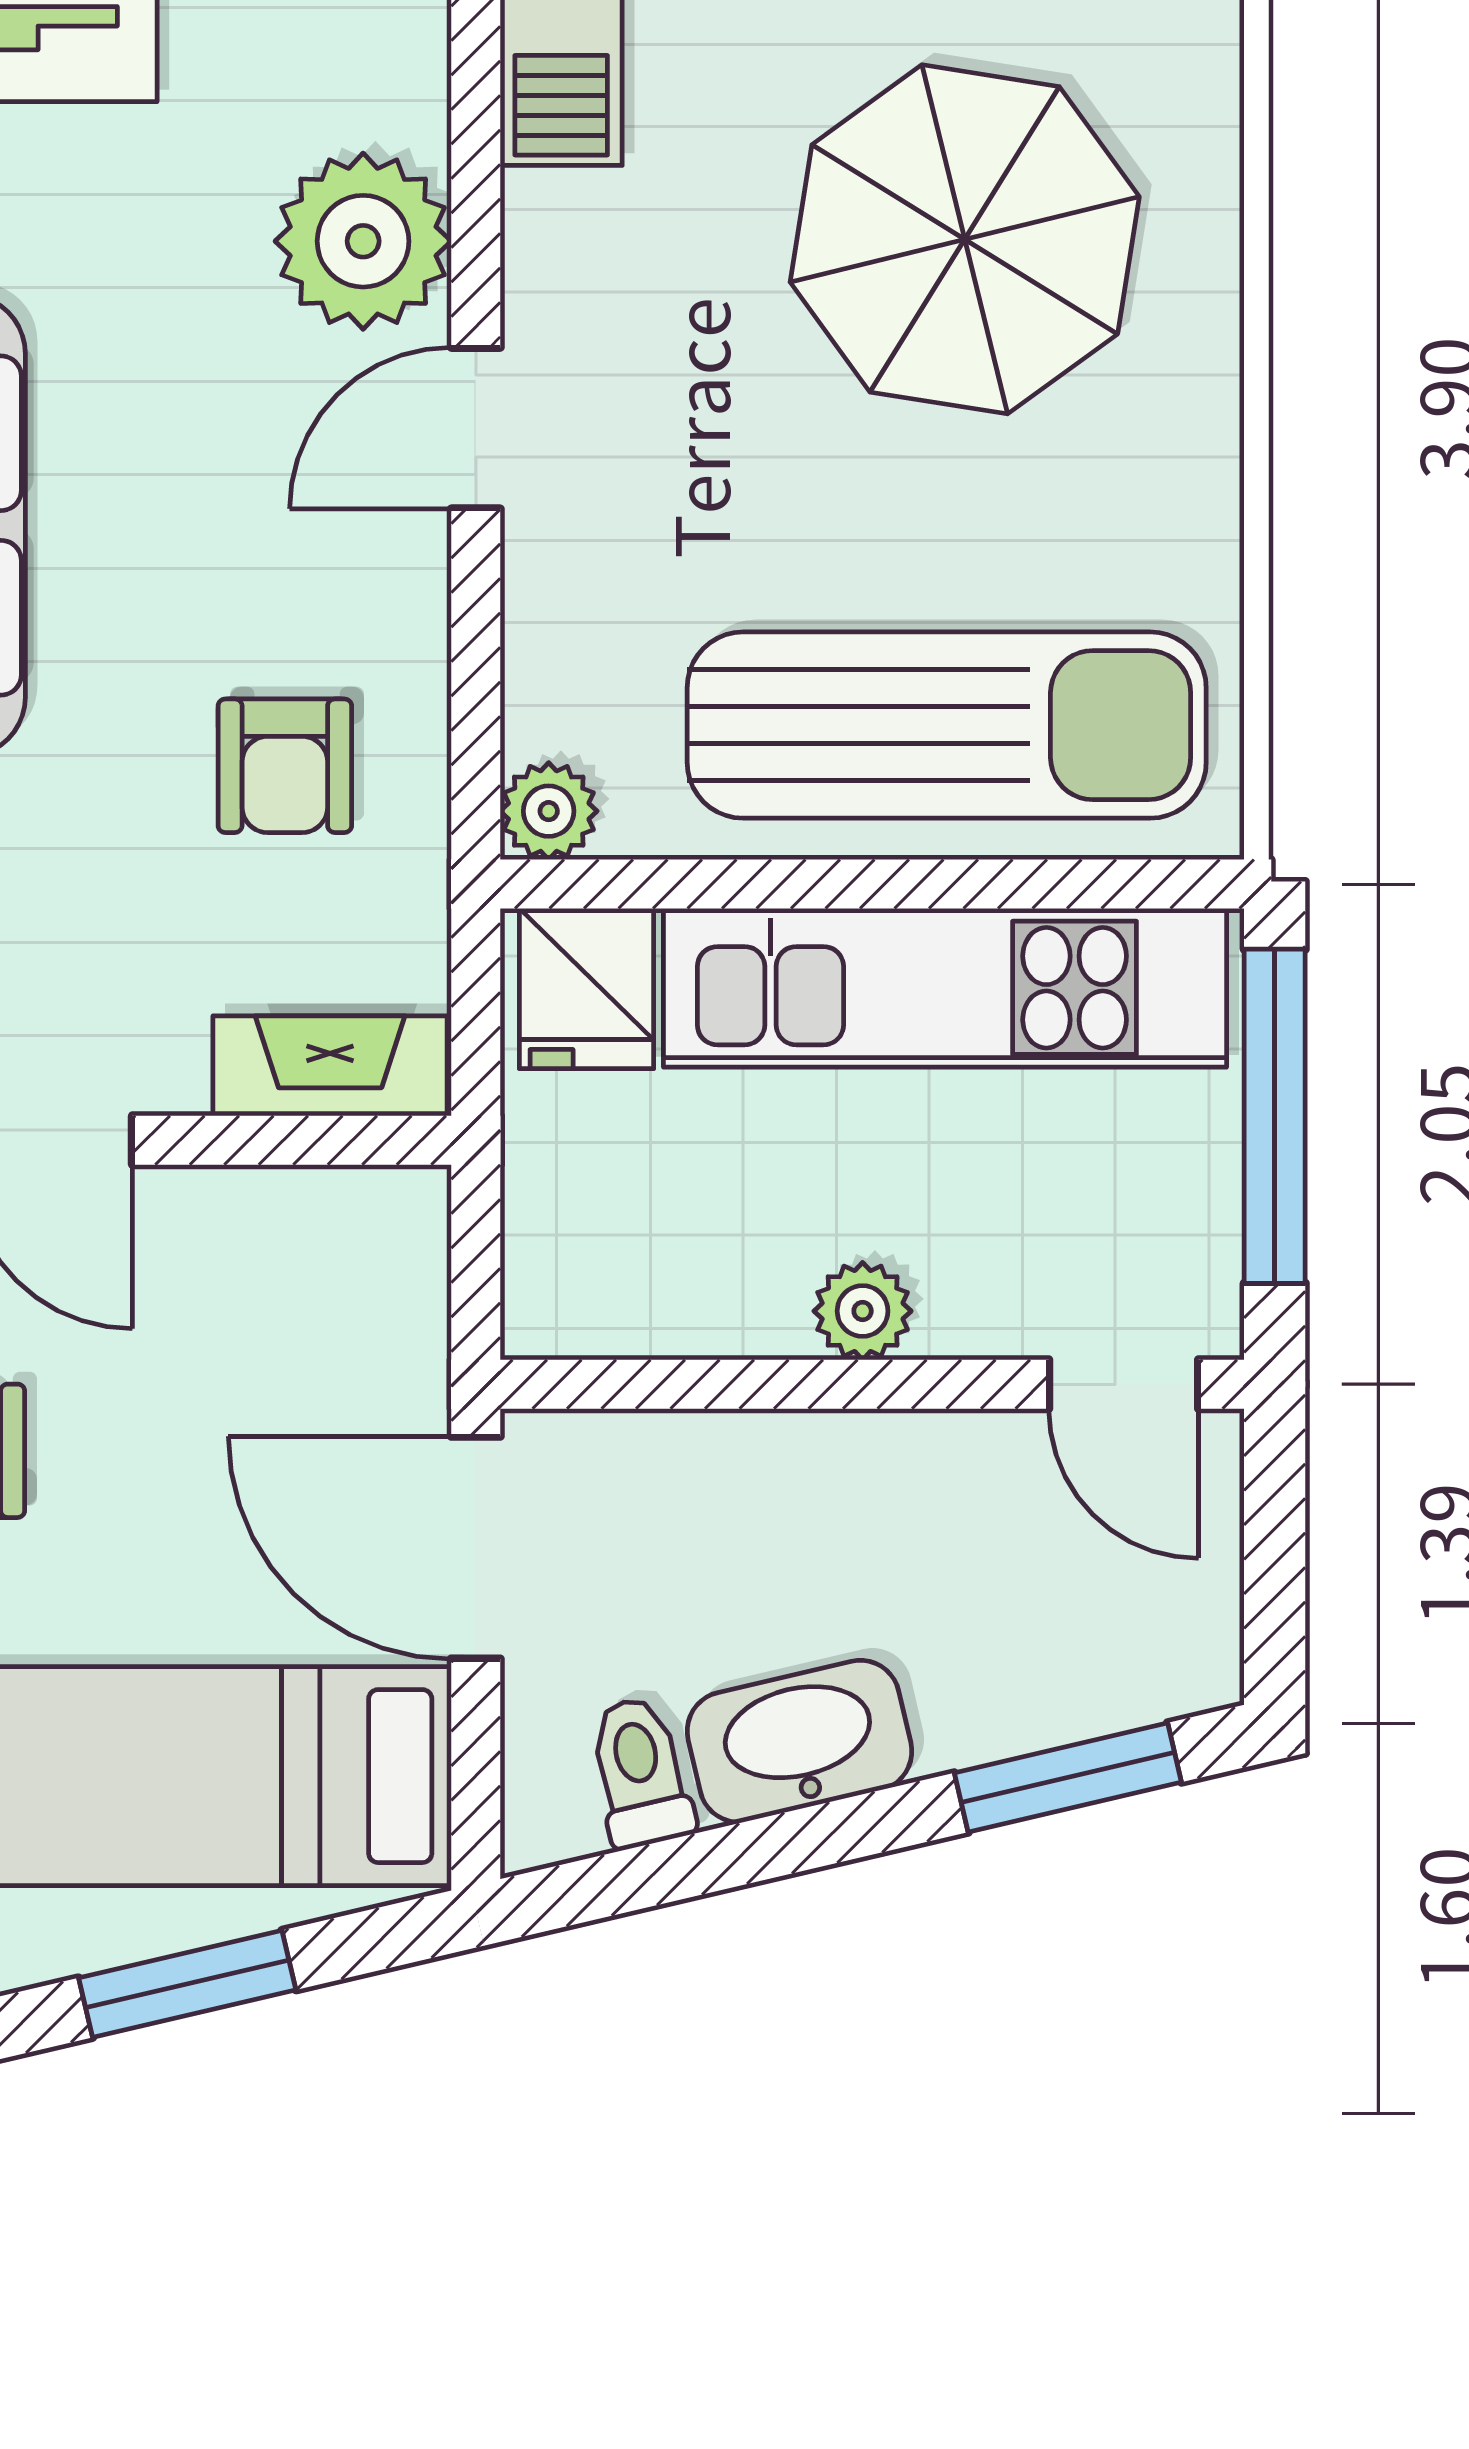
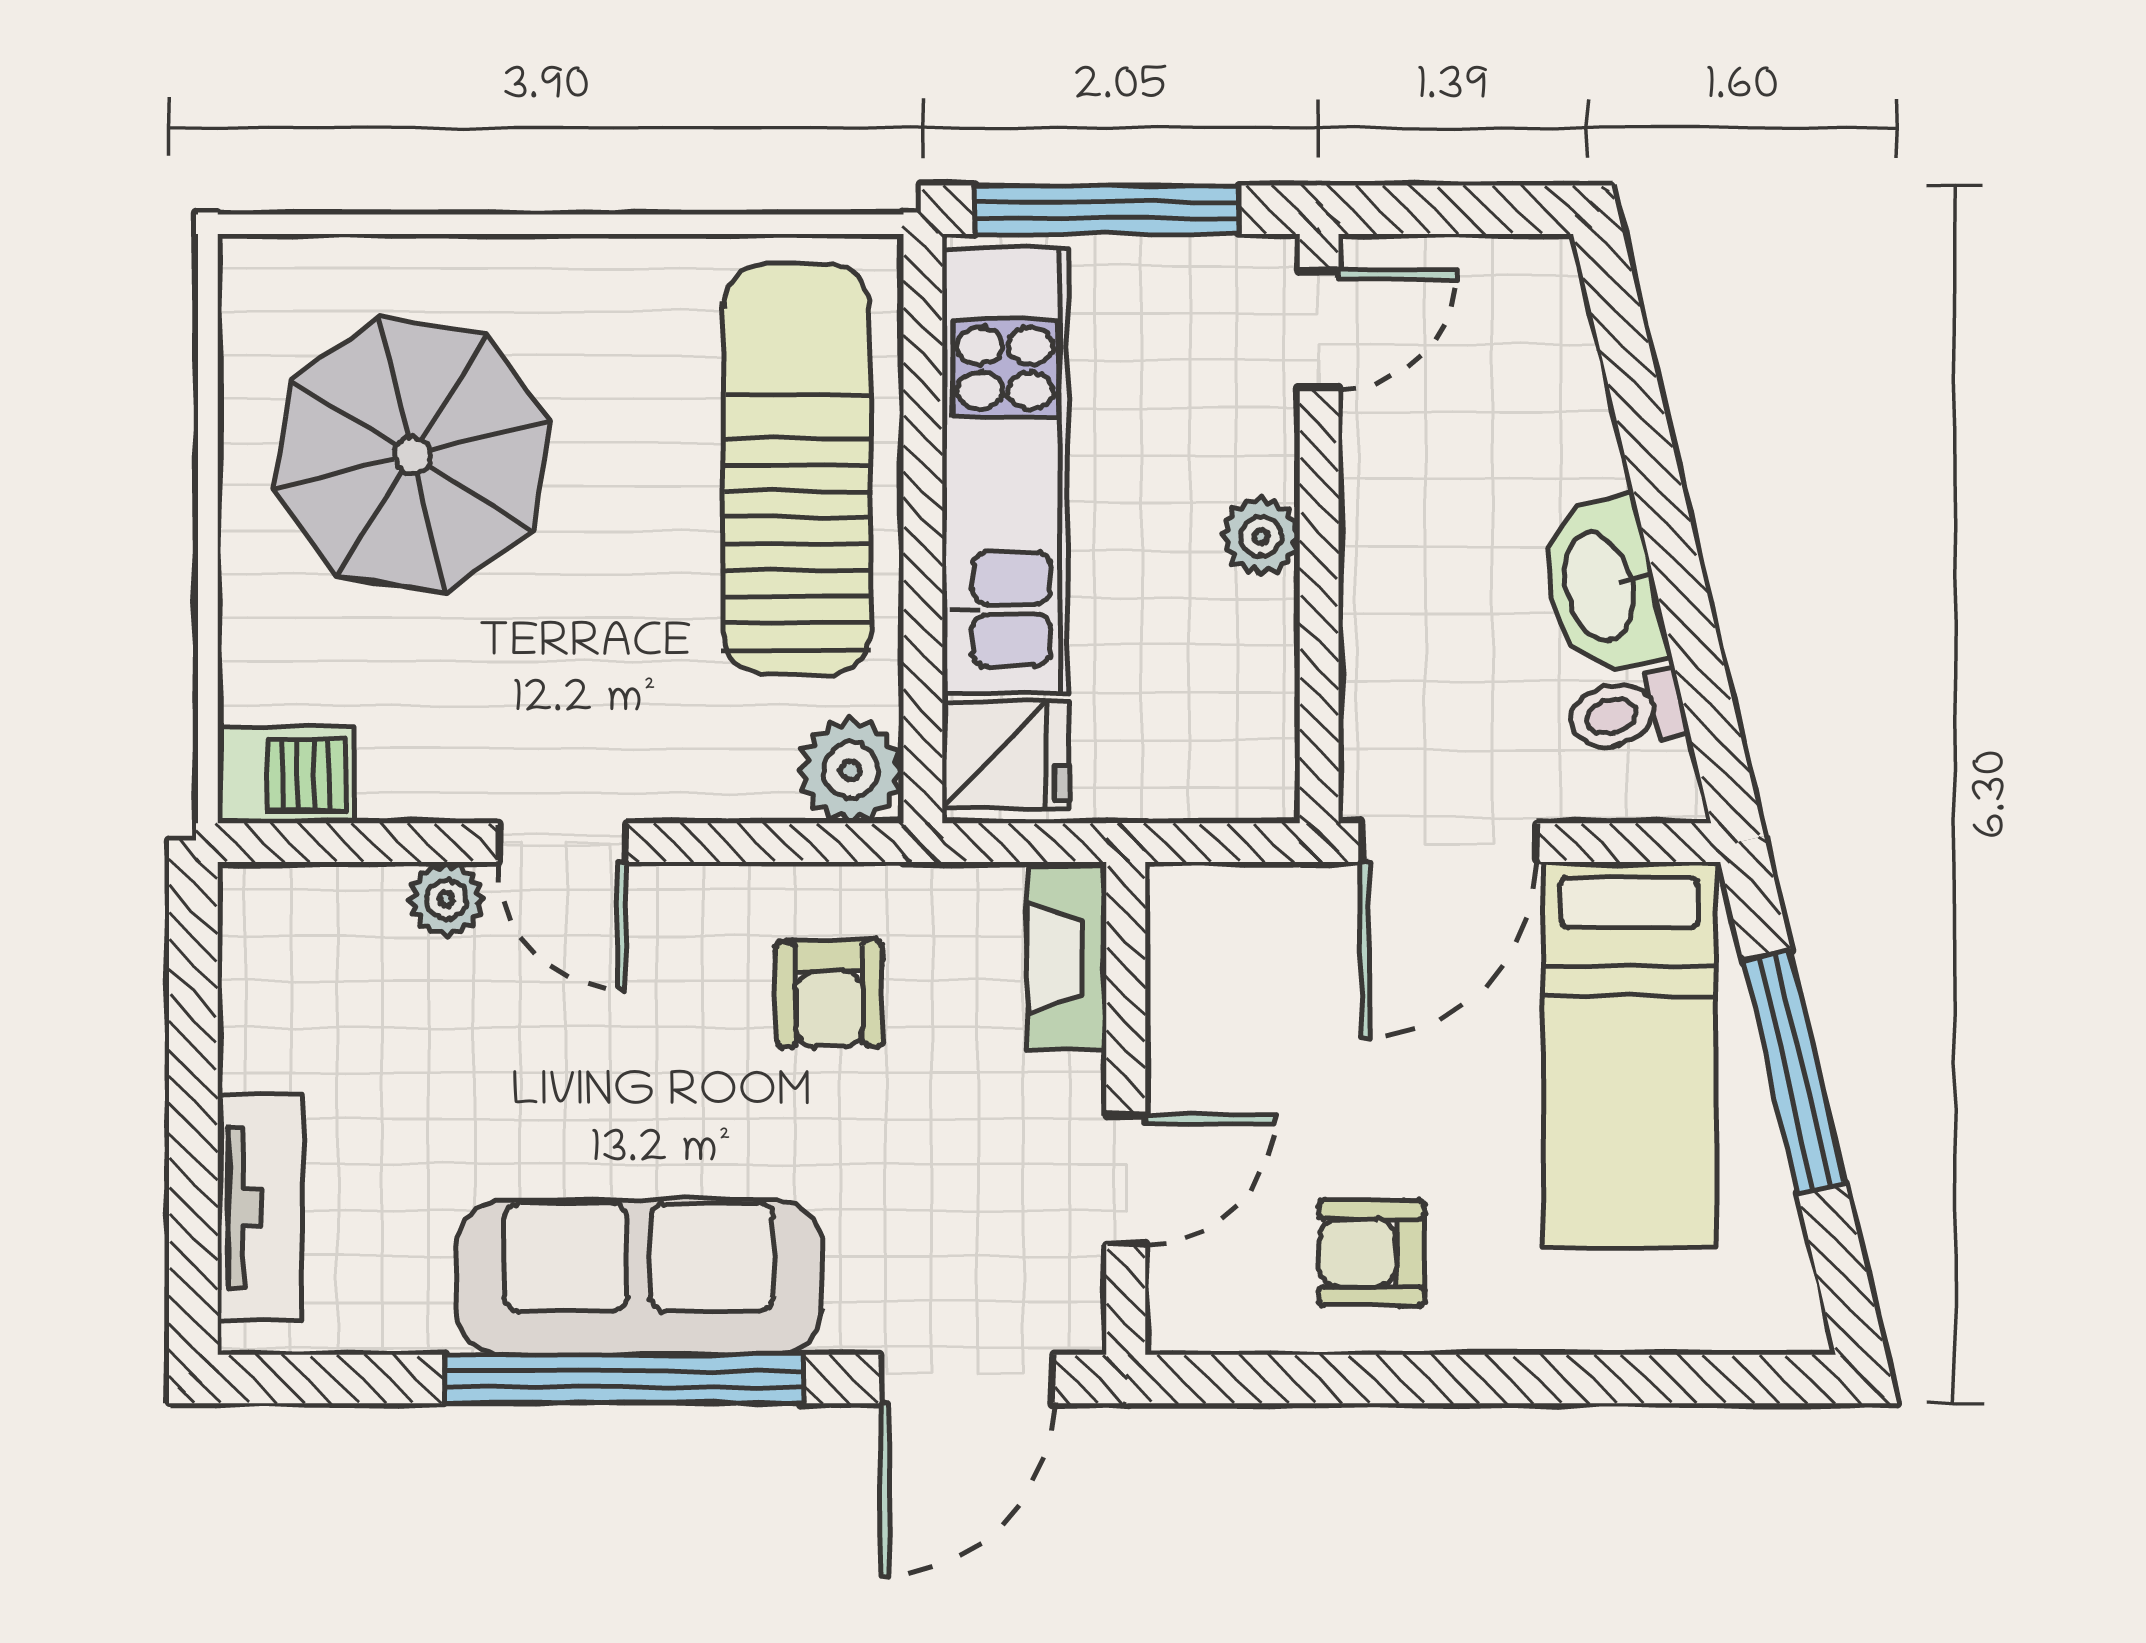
plant: (363, 241) -> (446, 899), width x0.53, depth x0.53
armchair: (285, 766) -> (829, 994), turned 89
plant: (549, 811) -> (851, 770), width x1.38, depth x1.38
window: (1068, 1777) -> (1631, 374), removed
window: (187, 1984) -> (1794, 1071), width x1.44

